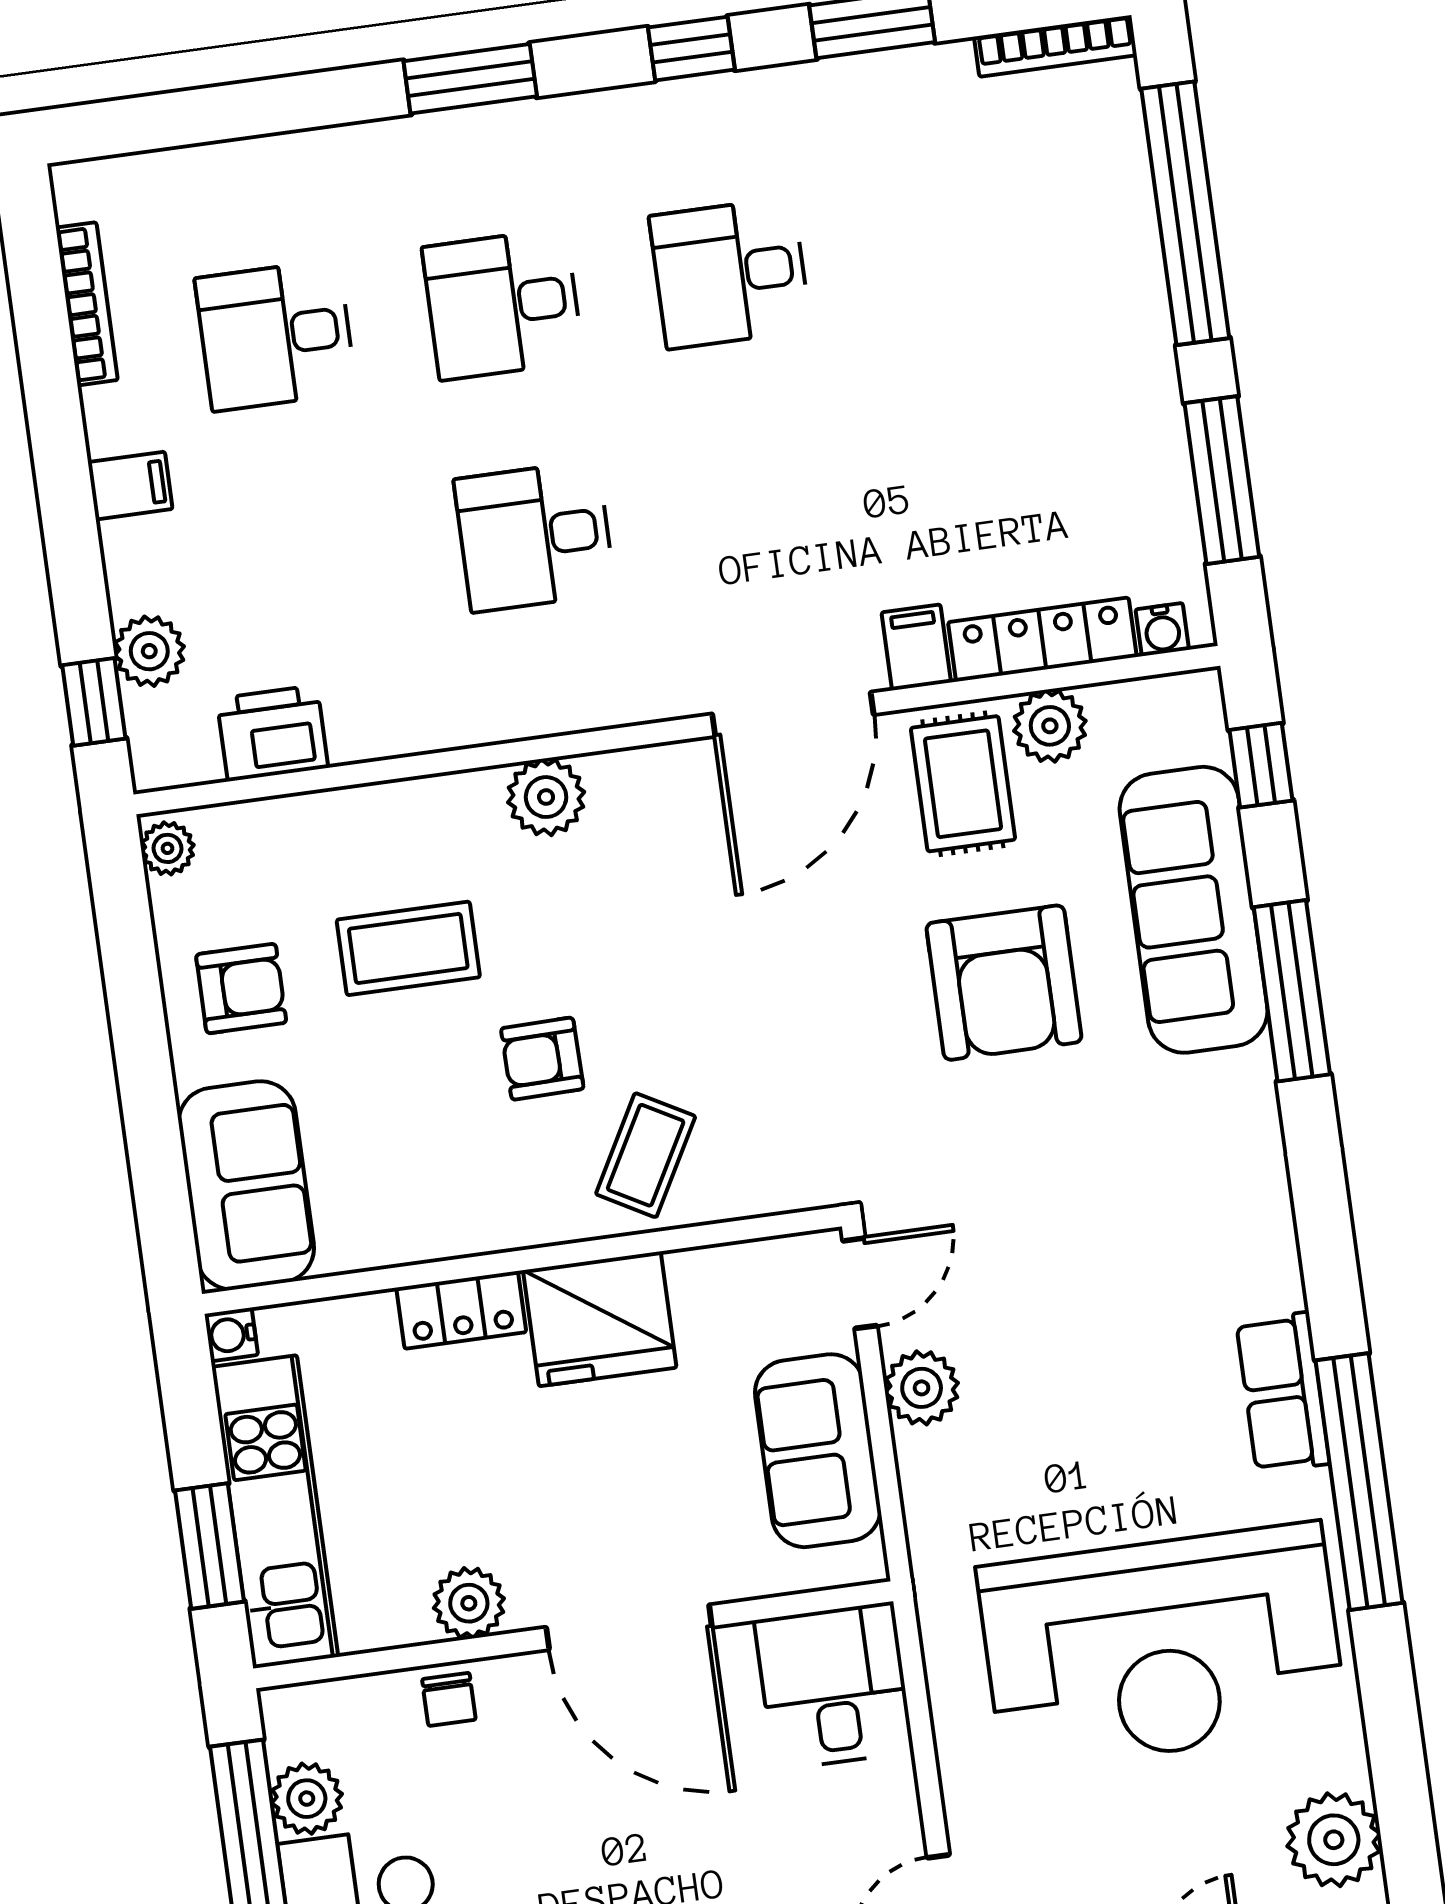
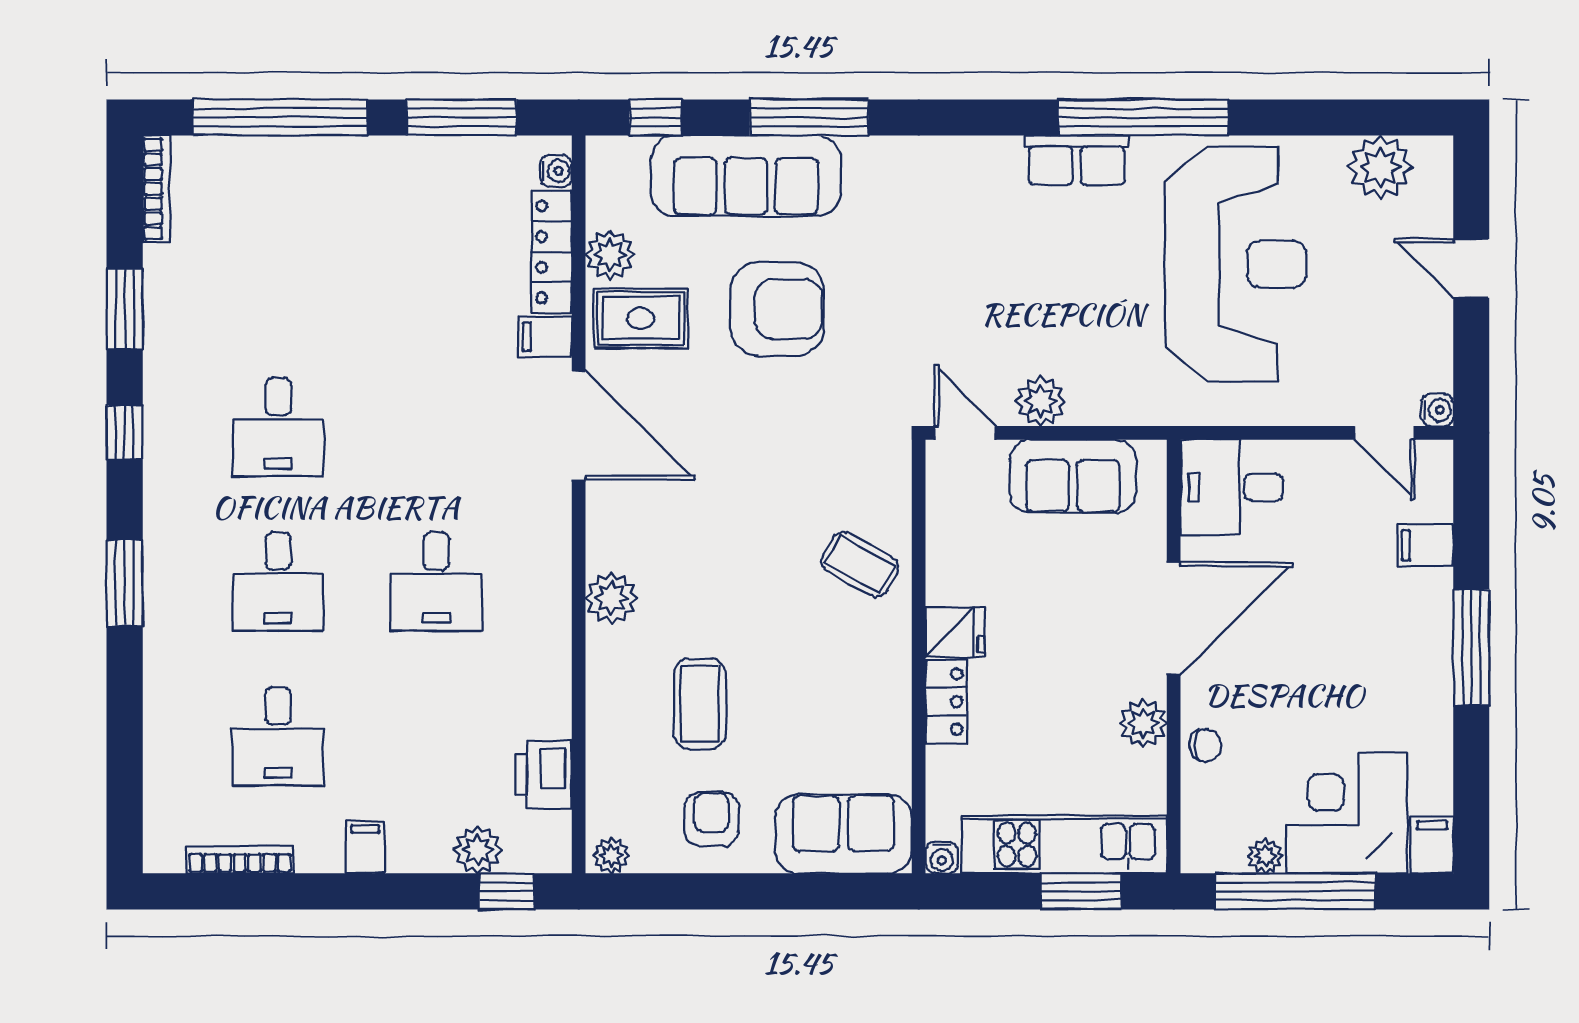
armchair: (542, 1059) -> (786, 624), removed
fridge: (600, 1319) -> (955, 632), width x0.53, depth x0.75
plant: (307, 1799) -> (1265, 856), width x0.73, depth x0.73

